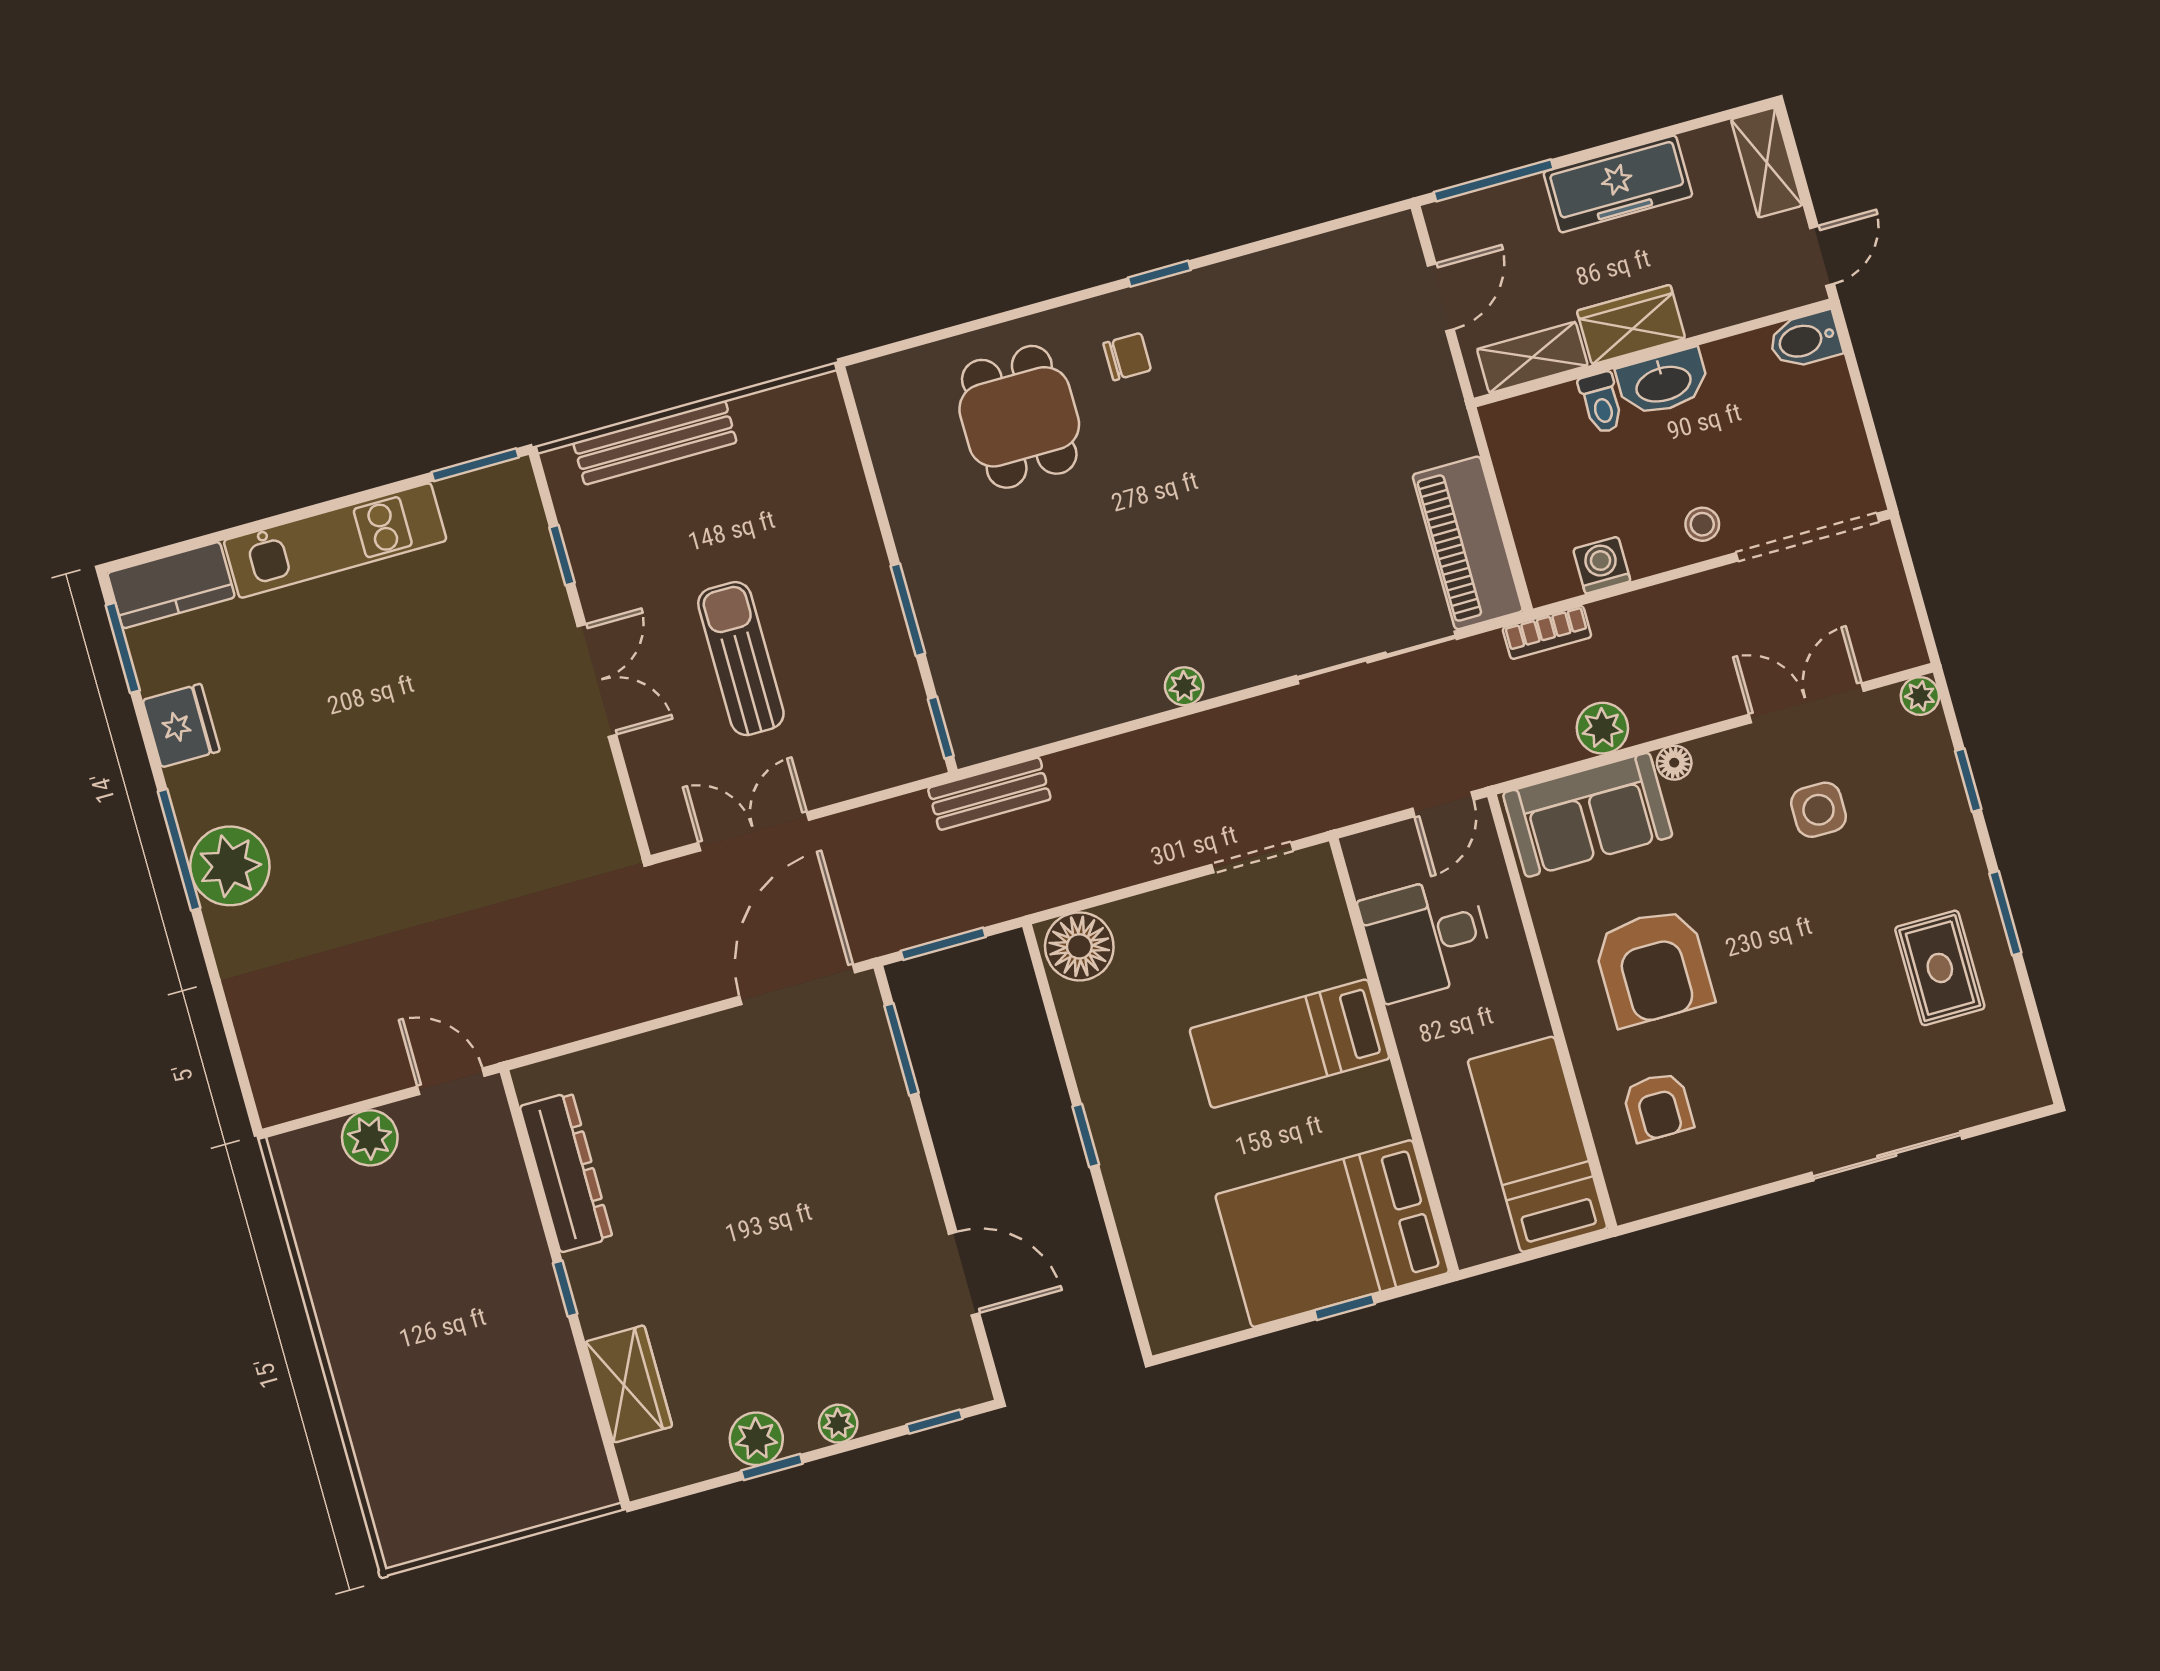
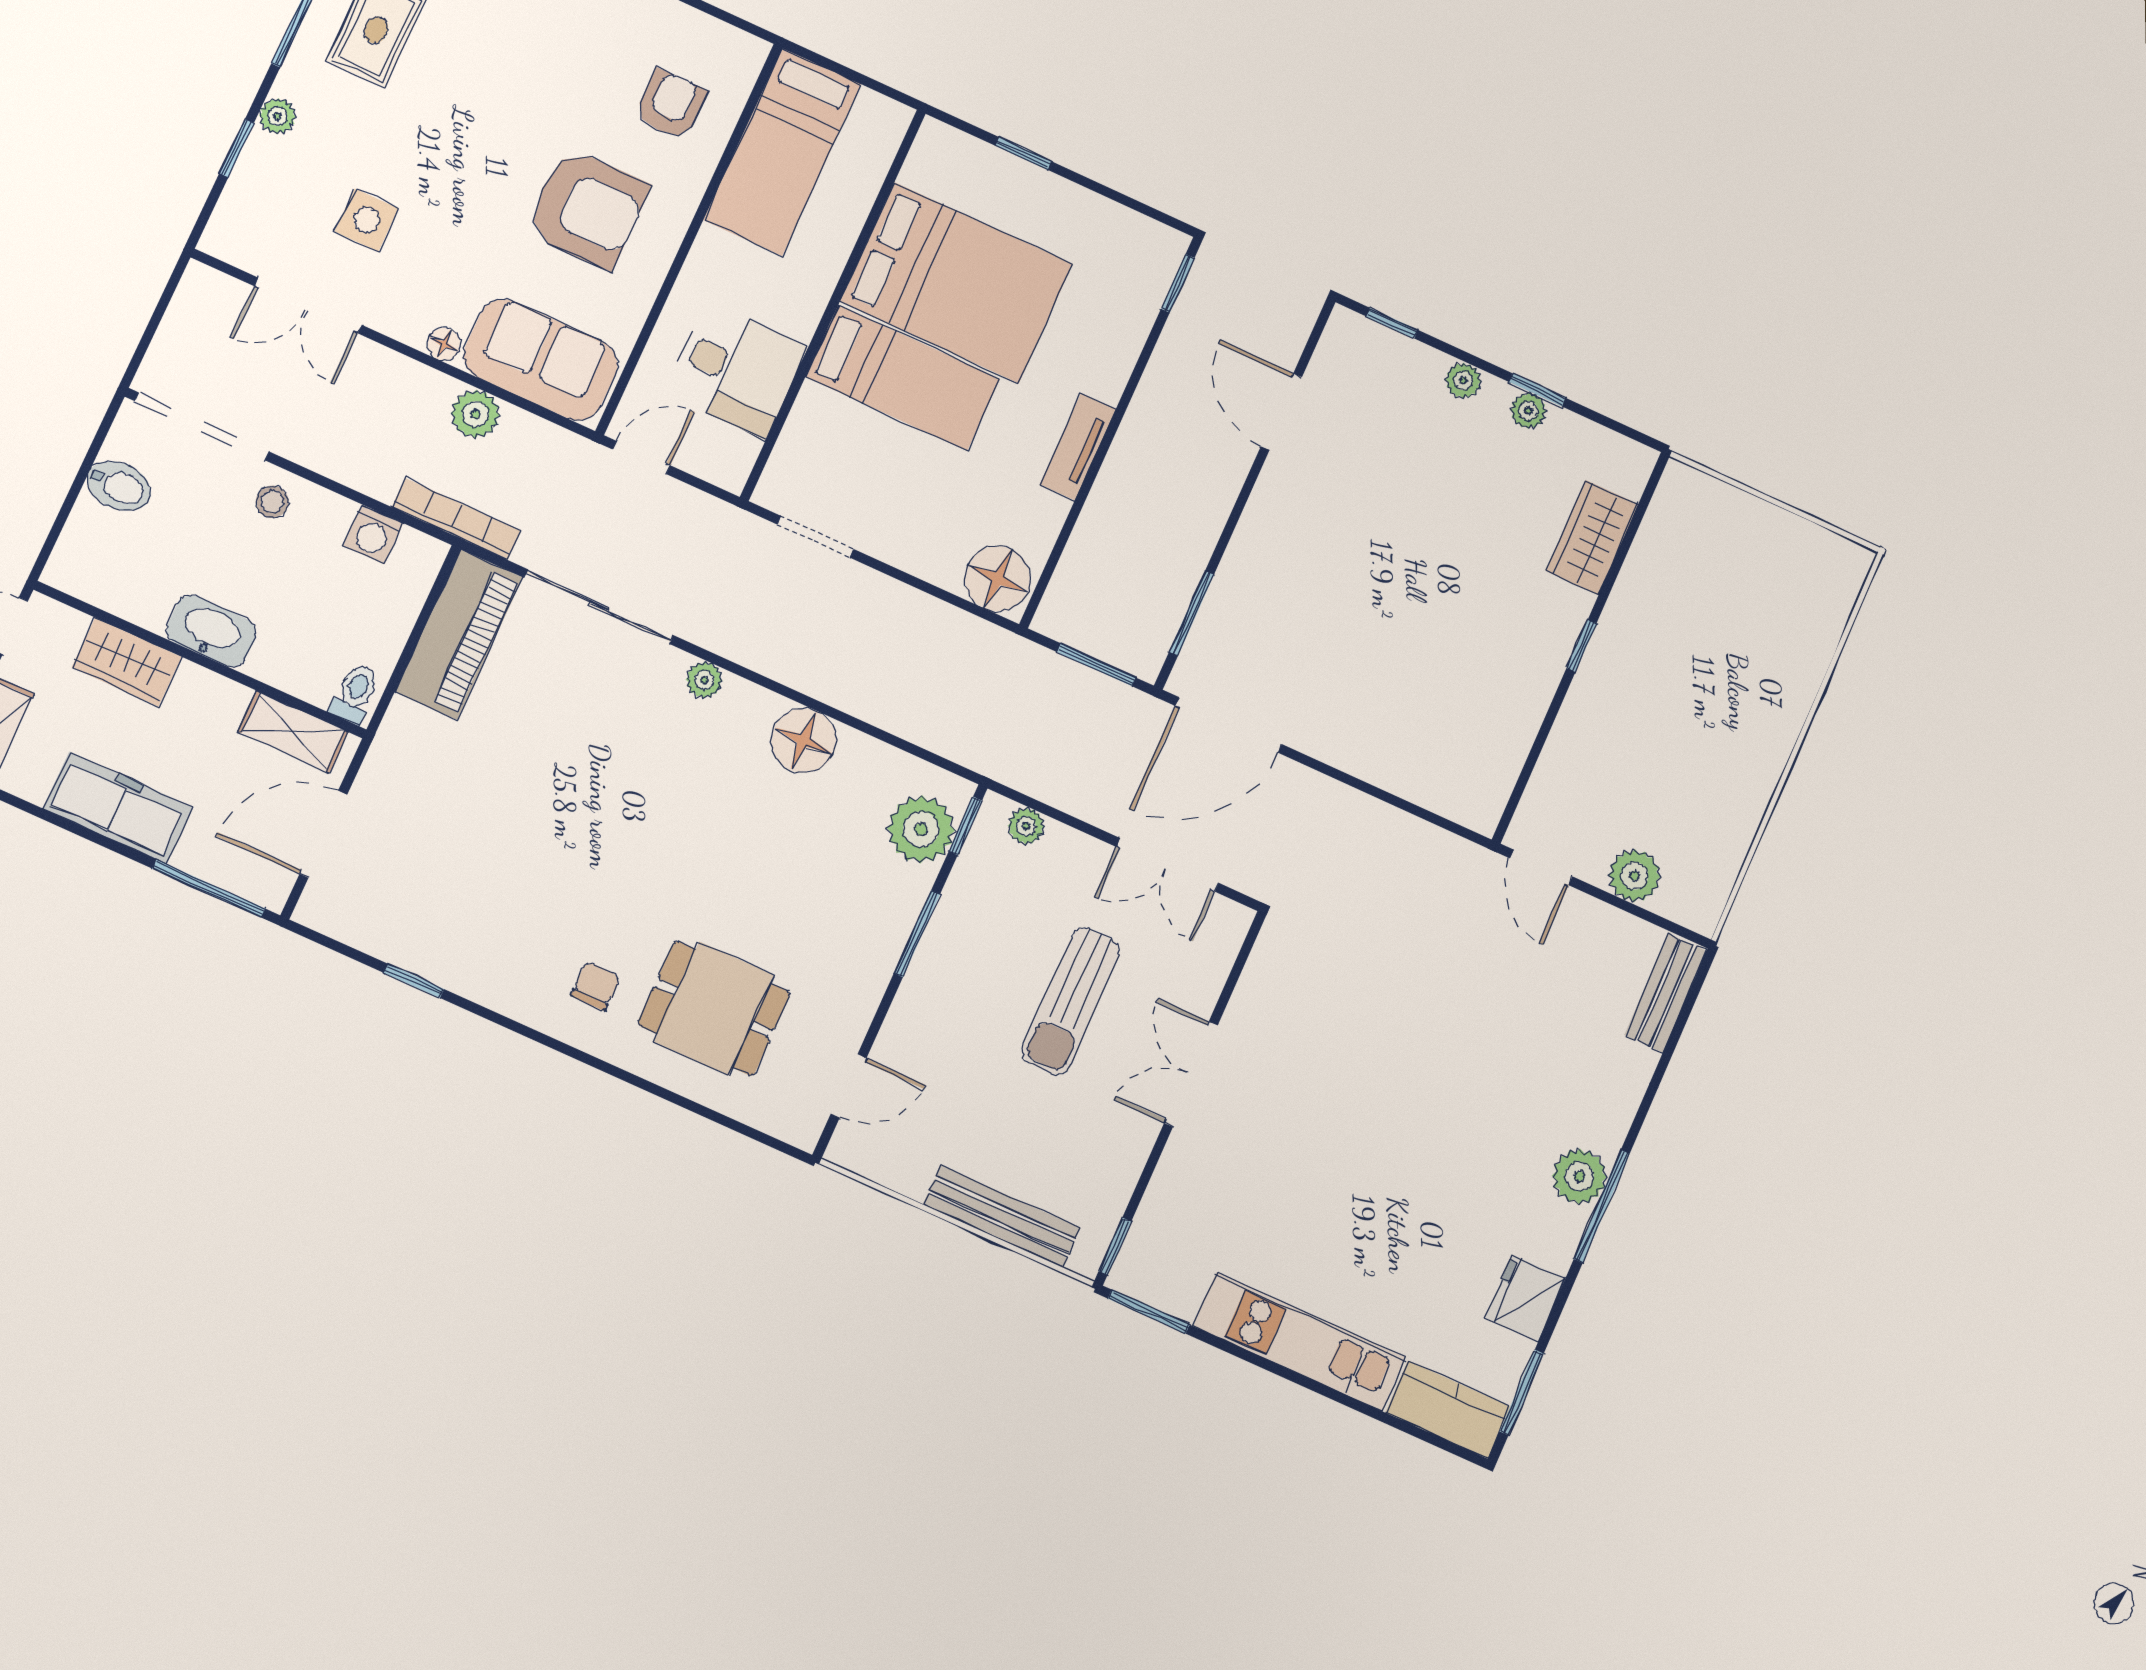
window: (1159, 274) -> (414, 981), moved
door: (1441, 297) -> (323, 834), width x1.38
wardrobe: (1631, 325) -> (127, 662), moved
bidet: (1805, 340) -> (119, 486), moved
chair: (1127, 357) -> (596, 986), turned 90
toilet: (1601, 403) -> (355, 693), moved
dining table: (1019, 417) -> (714, 1008), turned 90
door: (862, 445) -> (849, 1086), added
window: (562, 555) -> (1115, 1246), moved
bookcase: (1547, 632) -> (456, 519), width x1.56
plant: (1184, 686) -> (704, 680), moved
floor lamp: (1126, 687) -> (804, 740), added
plant: (974, 695) -> (921, 829), added
plant: (1920, 696) -> (278, 116), moved
plant: (892, 768) -> (1026, 826), added
bench: (989, 794) -> (1666, 993), moved, turned 90
plant: (230, 866) -> (1579, 1176), width x0.73, depth x0.73
armchair: (1653, 967) -> (587, 208), turned 90
tv unit: (1104, 1107) -> (1078, 447), added
window: (1086, 1136) -> (1178, 283), moved
dresser: (566, 1172) -> (1511, 730), removed
bed: (1332, 1234) -> (957, 283), moved
plant: (756, 1439) -> (1528, 411), width x0.73, depth x0.73

